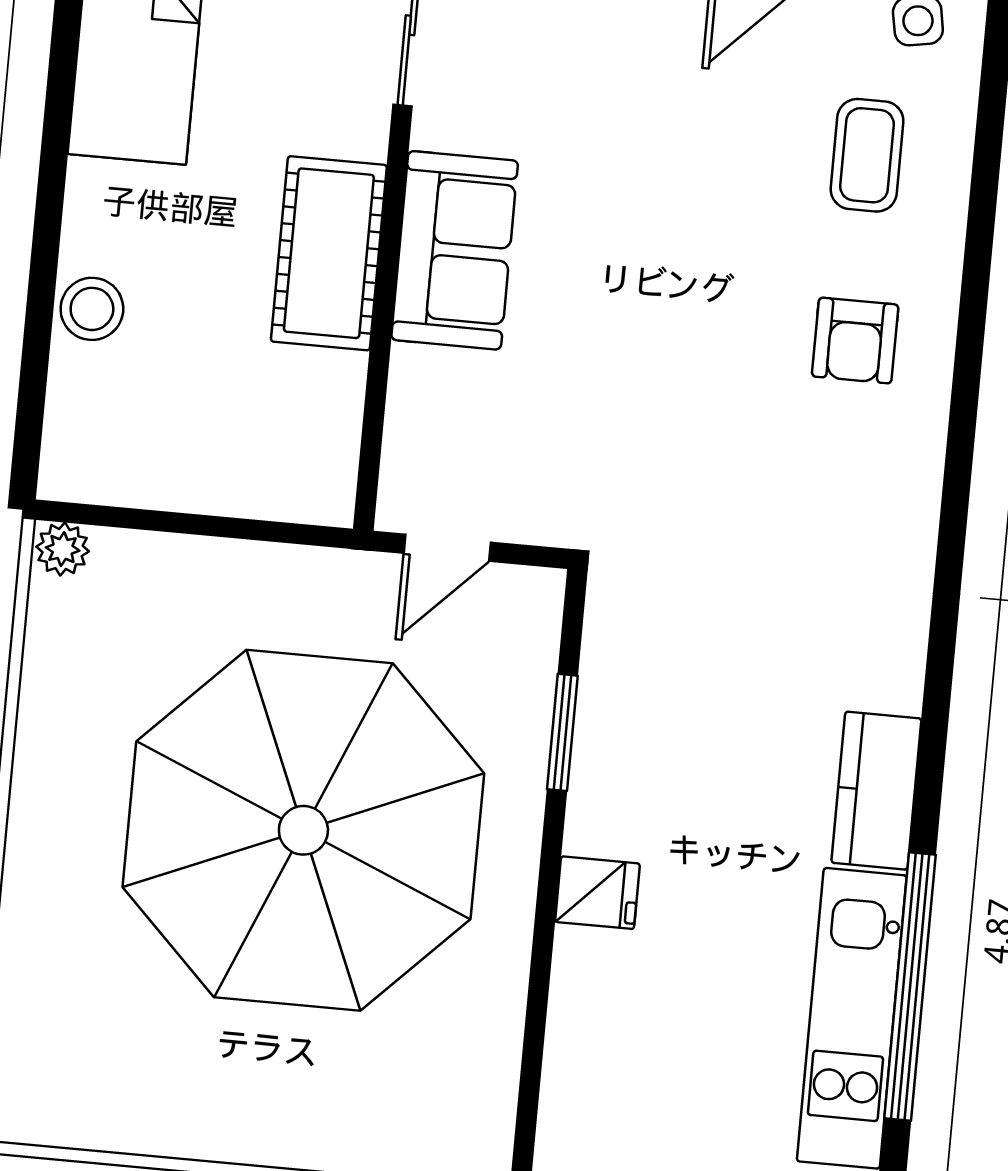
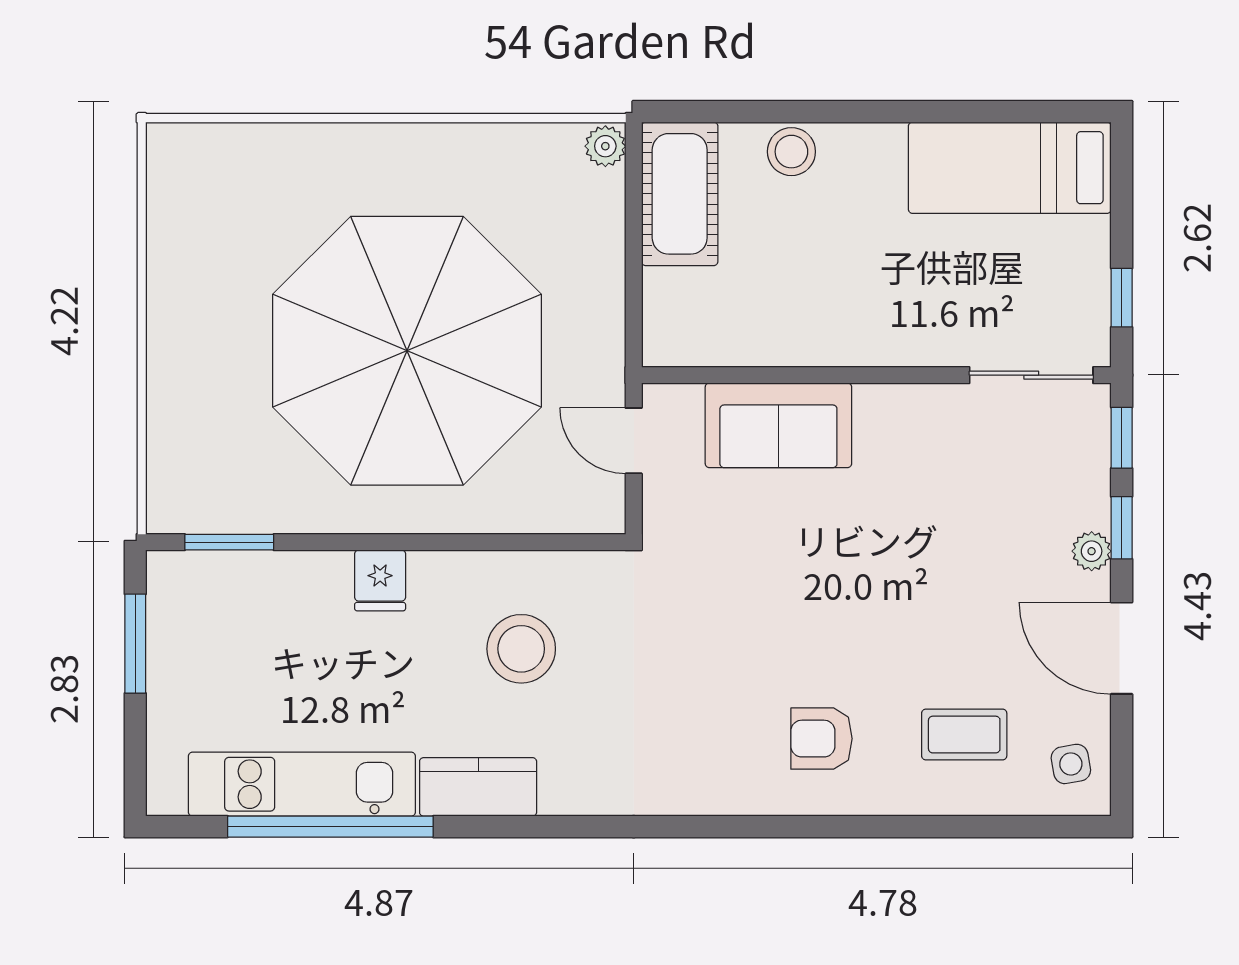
sofa: (455, 250) -> (778, 425), moved
cot: (329, 253) -> (680, 194), moved, turned 90
stool: (703, 718) -> (521, 649), added
window: (562, 732) -> (229, 542), moved

